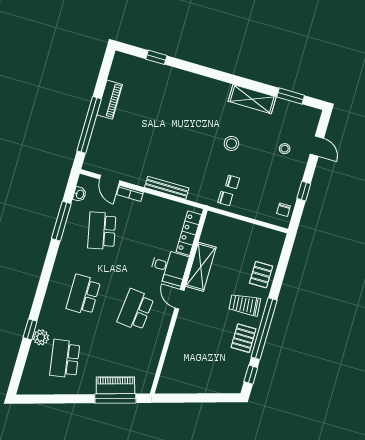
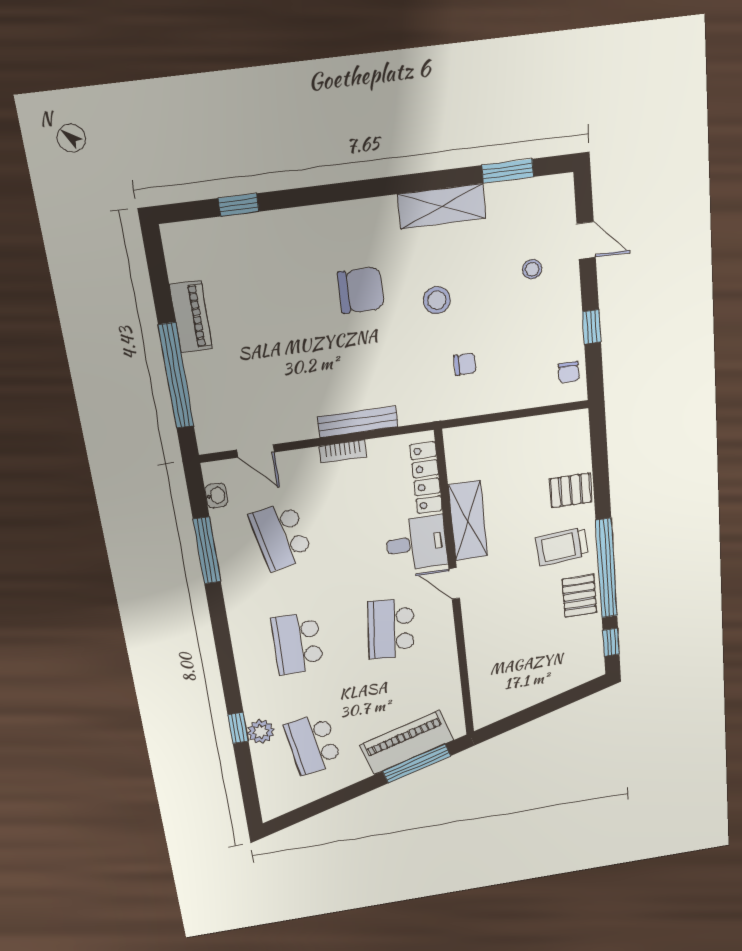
bookcase: (130, 193) -> (343, 452), moved
chair: (225, 199) -> (361, 290), moved, width x1.87, depth x1.87
pallet: (261, 275) -> (571, 490), turned 90
piano: (115, 385) -> (407, 743), width x1.37, depth x1.33

